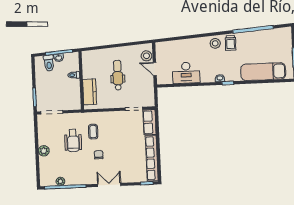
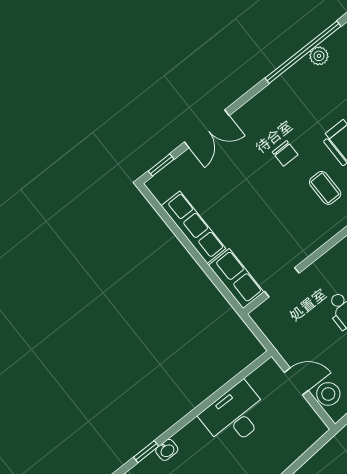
row of seats: (152, 158) -> (193, 227), width x0.73
double door: (109, 185) -> (207, 129), moved

